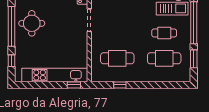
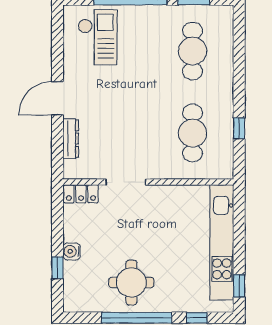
cafe table: (164, 33) -> (148, 51), removed
window: (74, 85) -> (239, 286), moved

